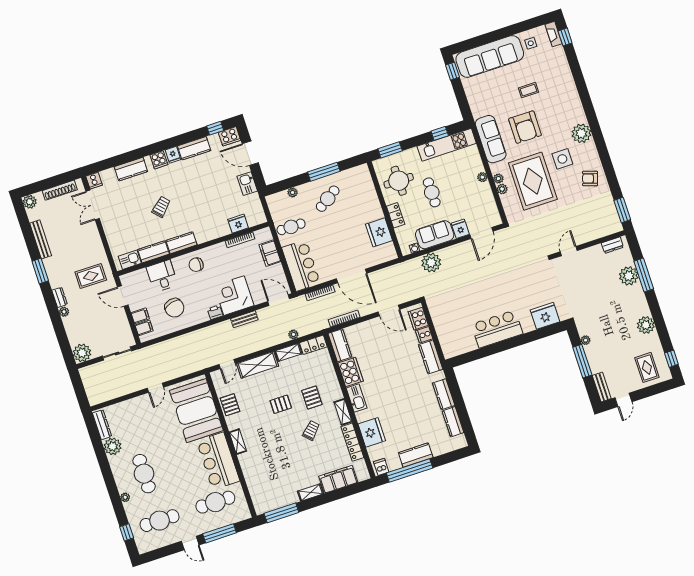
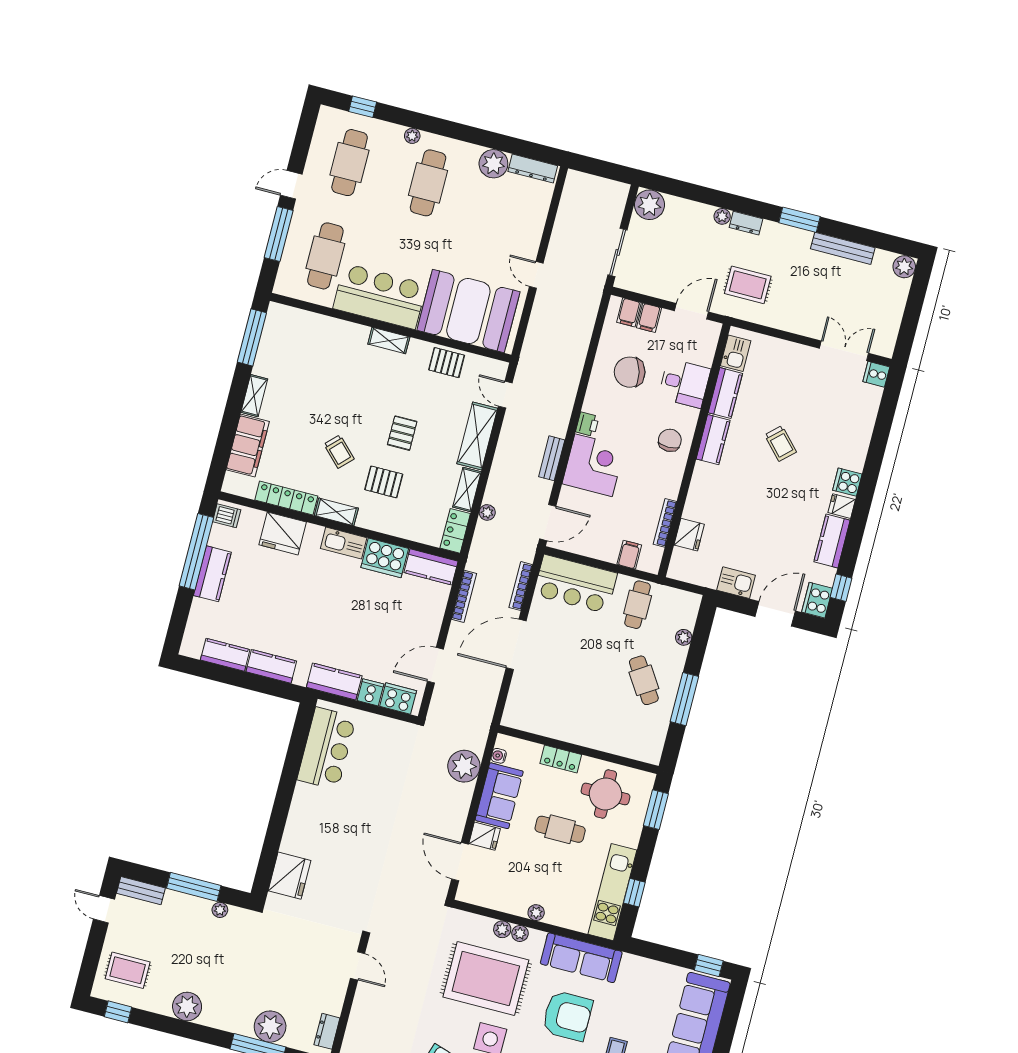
armchair: (525, 127) -> (567, 1016), turned 180
kitchen counter: (131, 169) -> (859, 435), removed
shoe rack: (60, 190) -> (893, 318), removed
fridge: (379, 232) -> (552, 721), removed
filing cabinet: (270, 253) -> (629, 555), width x0.50
rug: (91, 276) -> (748, 285), turned 90
bar counter: (497, 329) -> (327, 748), moved
cafe table: (144, 474) -> (428, 183), turned 90

